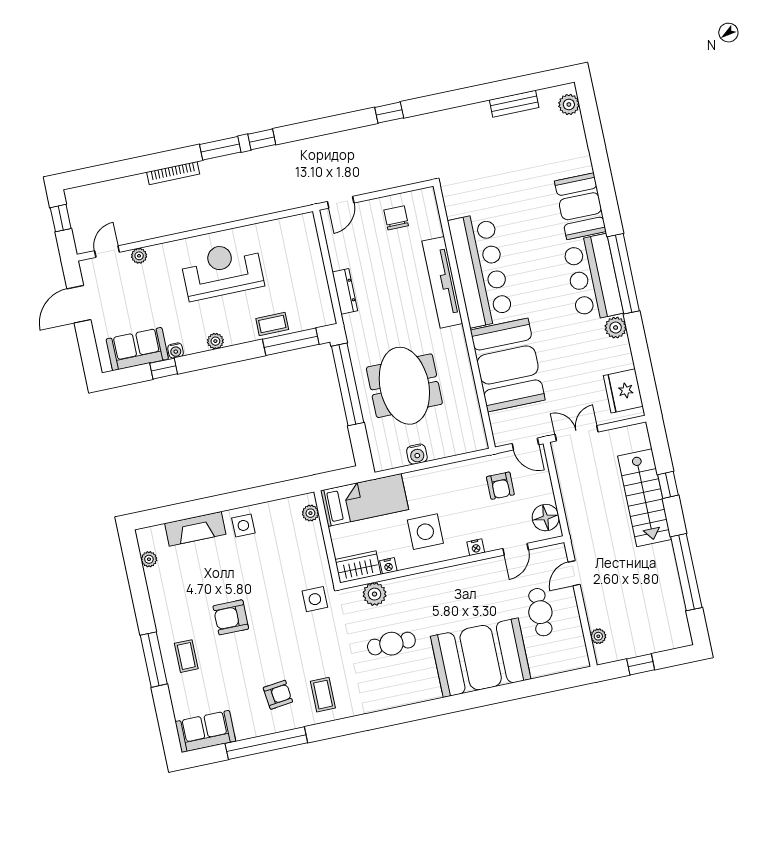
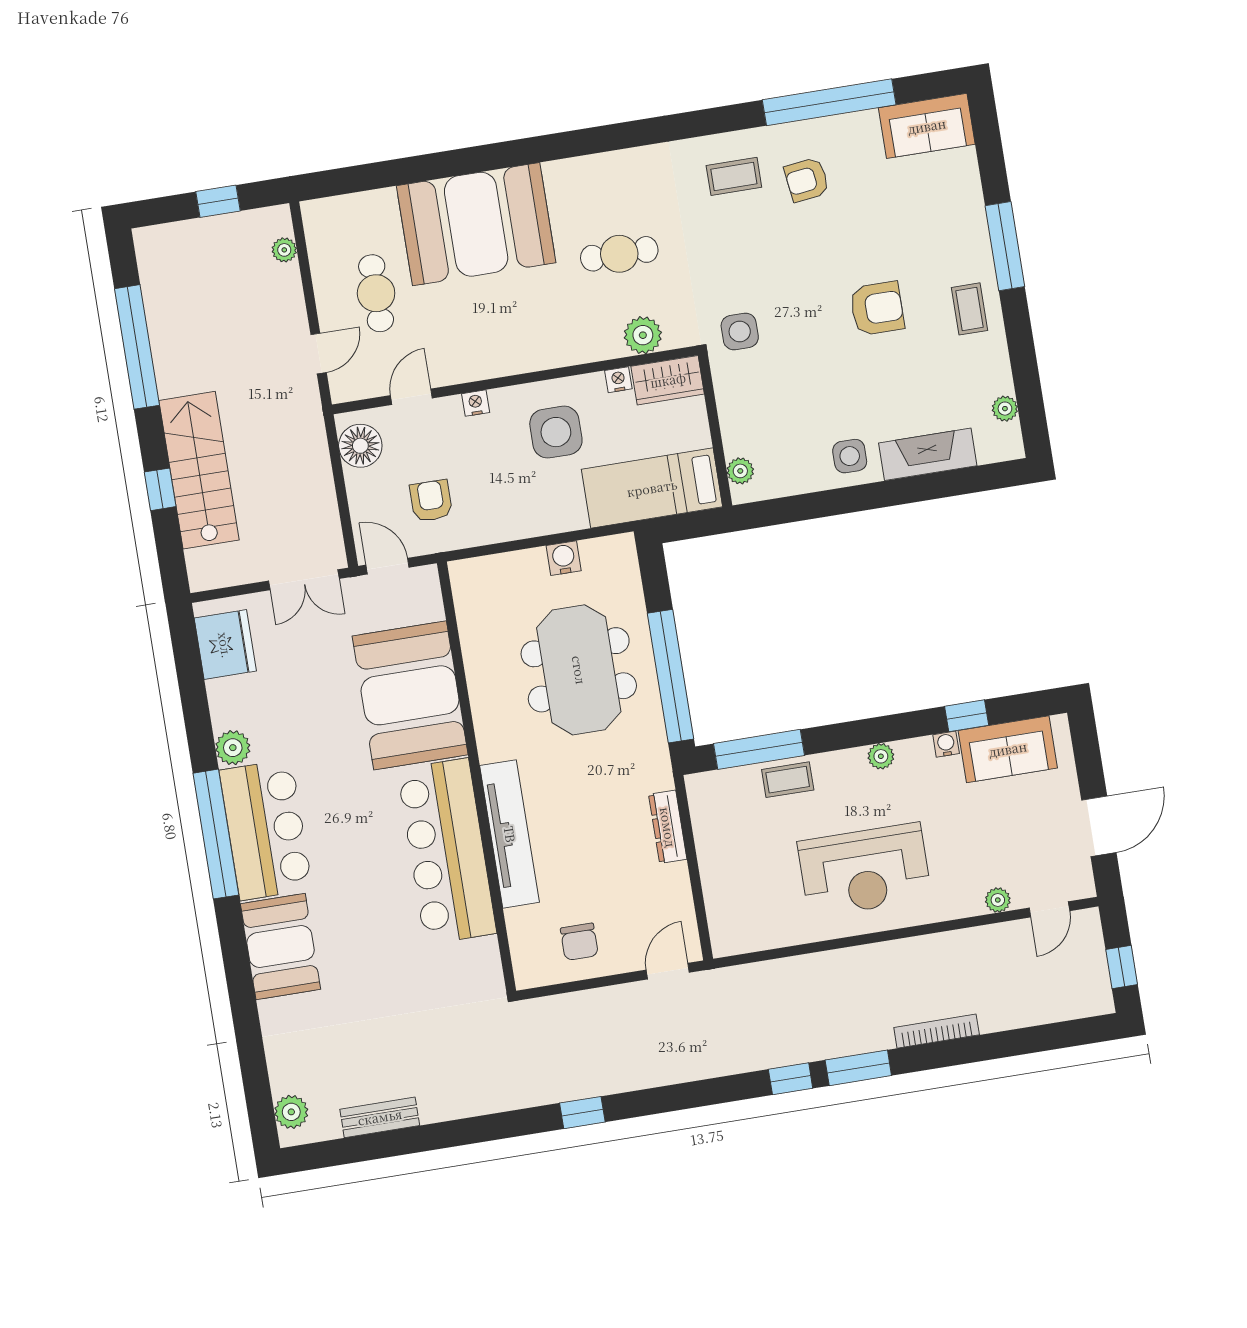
coffee table: (186, 656) -> (970, 309), moved
coffee table: (323, 695) -> (734, 176), turned 90

